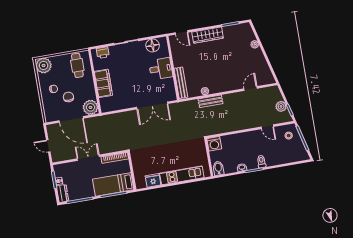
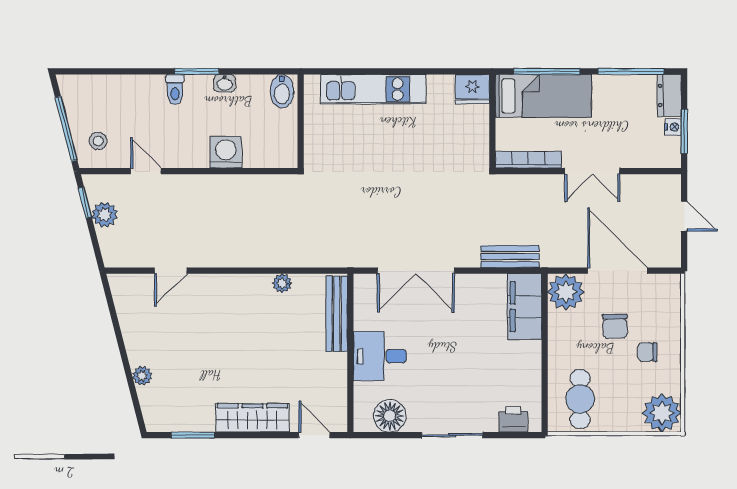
filing cabinet: (103, 83) -> (525, 307), moved
bench: (210, 101) -> (510, 257), moved
double door: (152, 105) -> (416, 271), swing flipped
washing machine: (214, 144) -> (226, 152), moved
fridge: (153, 180) -> (472, 89), moved

